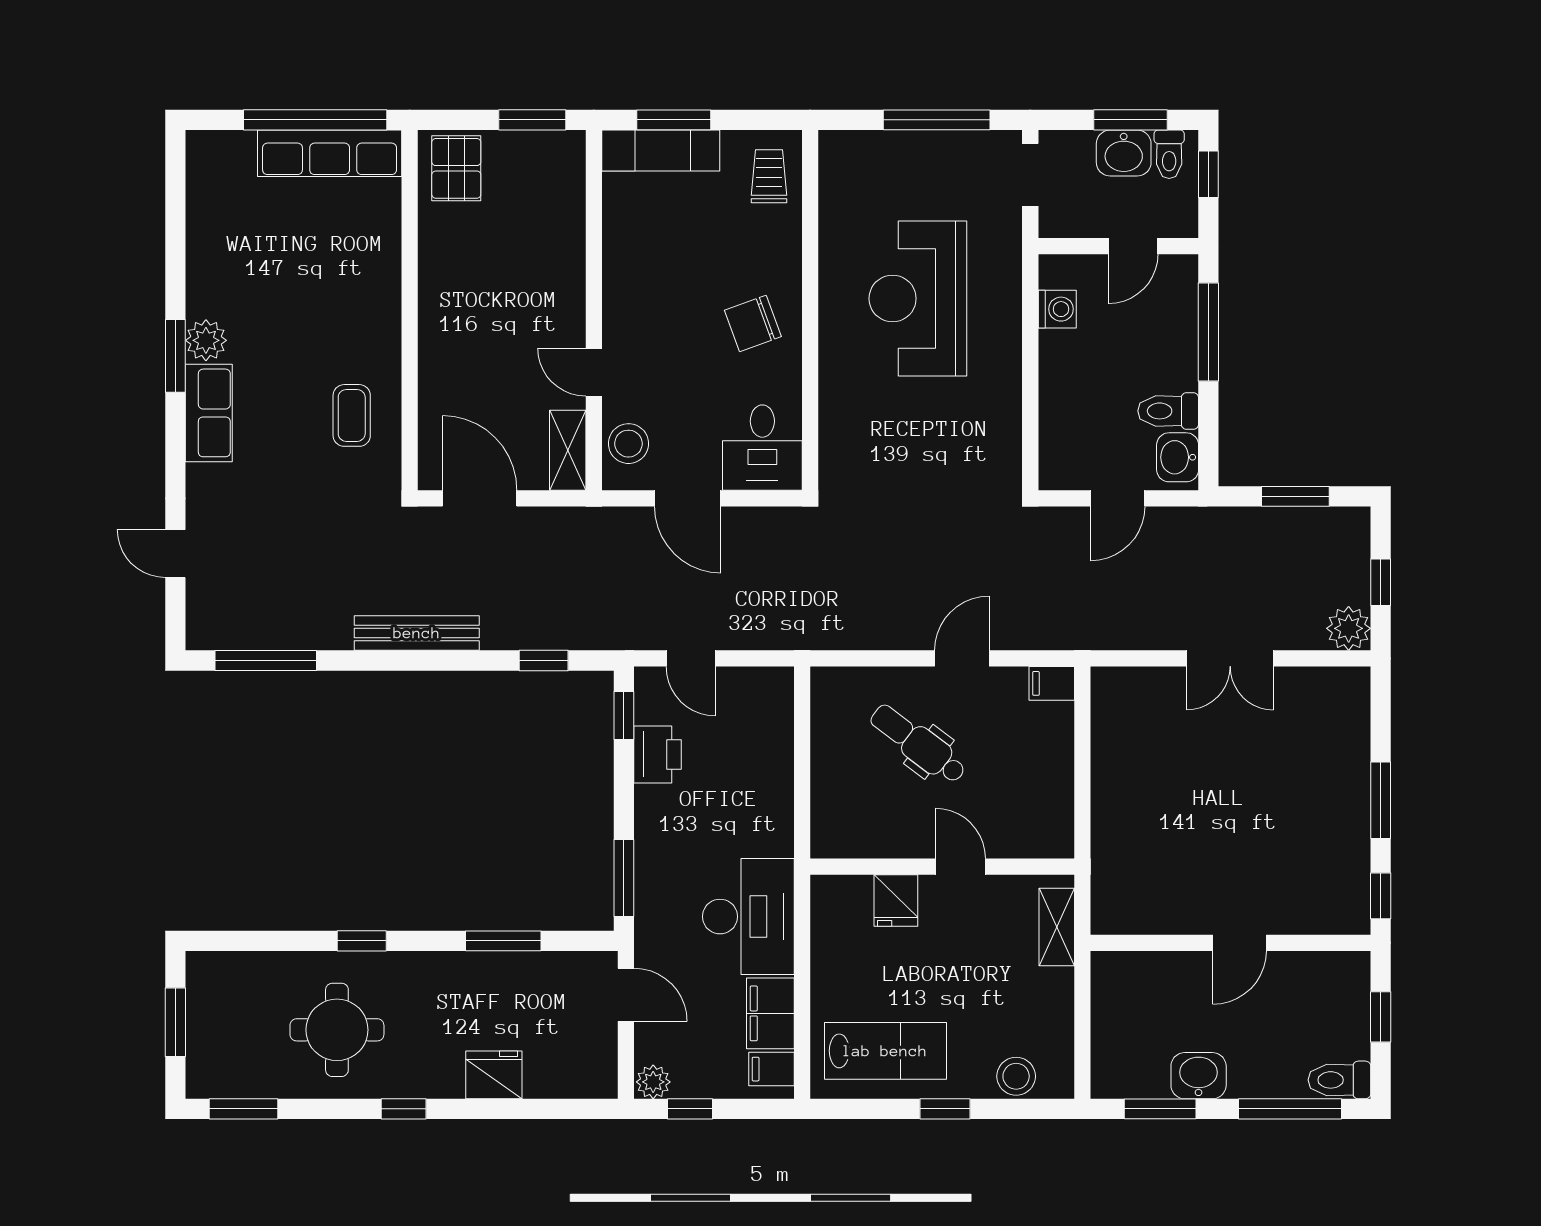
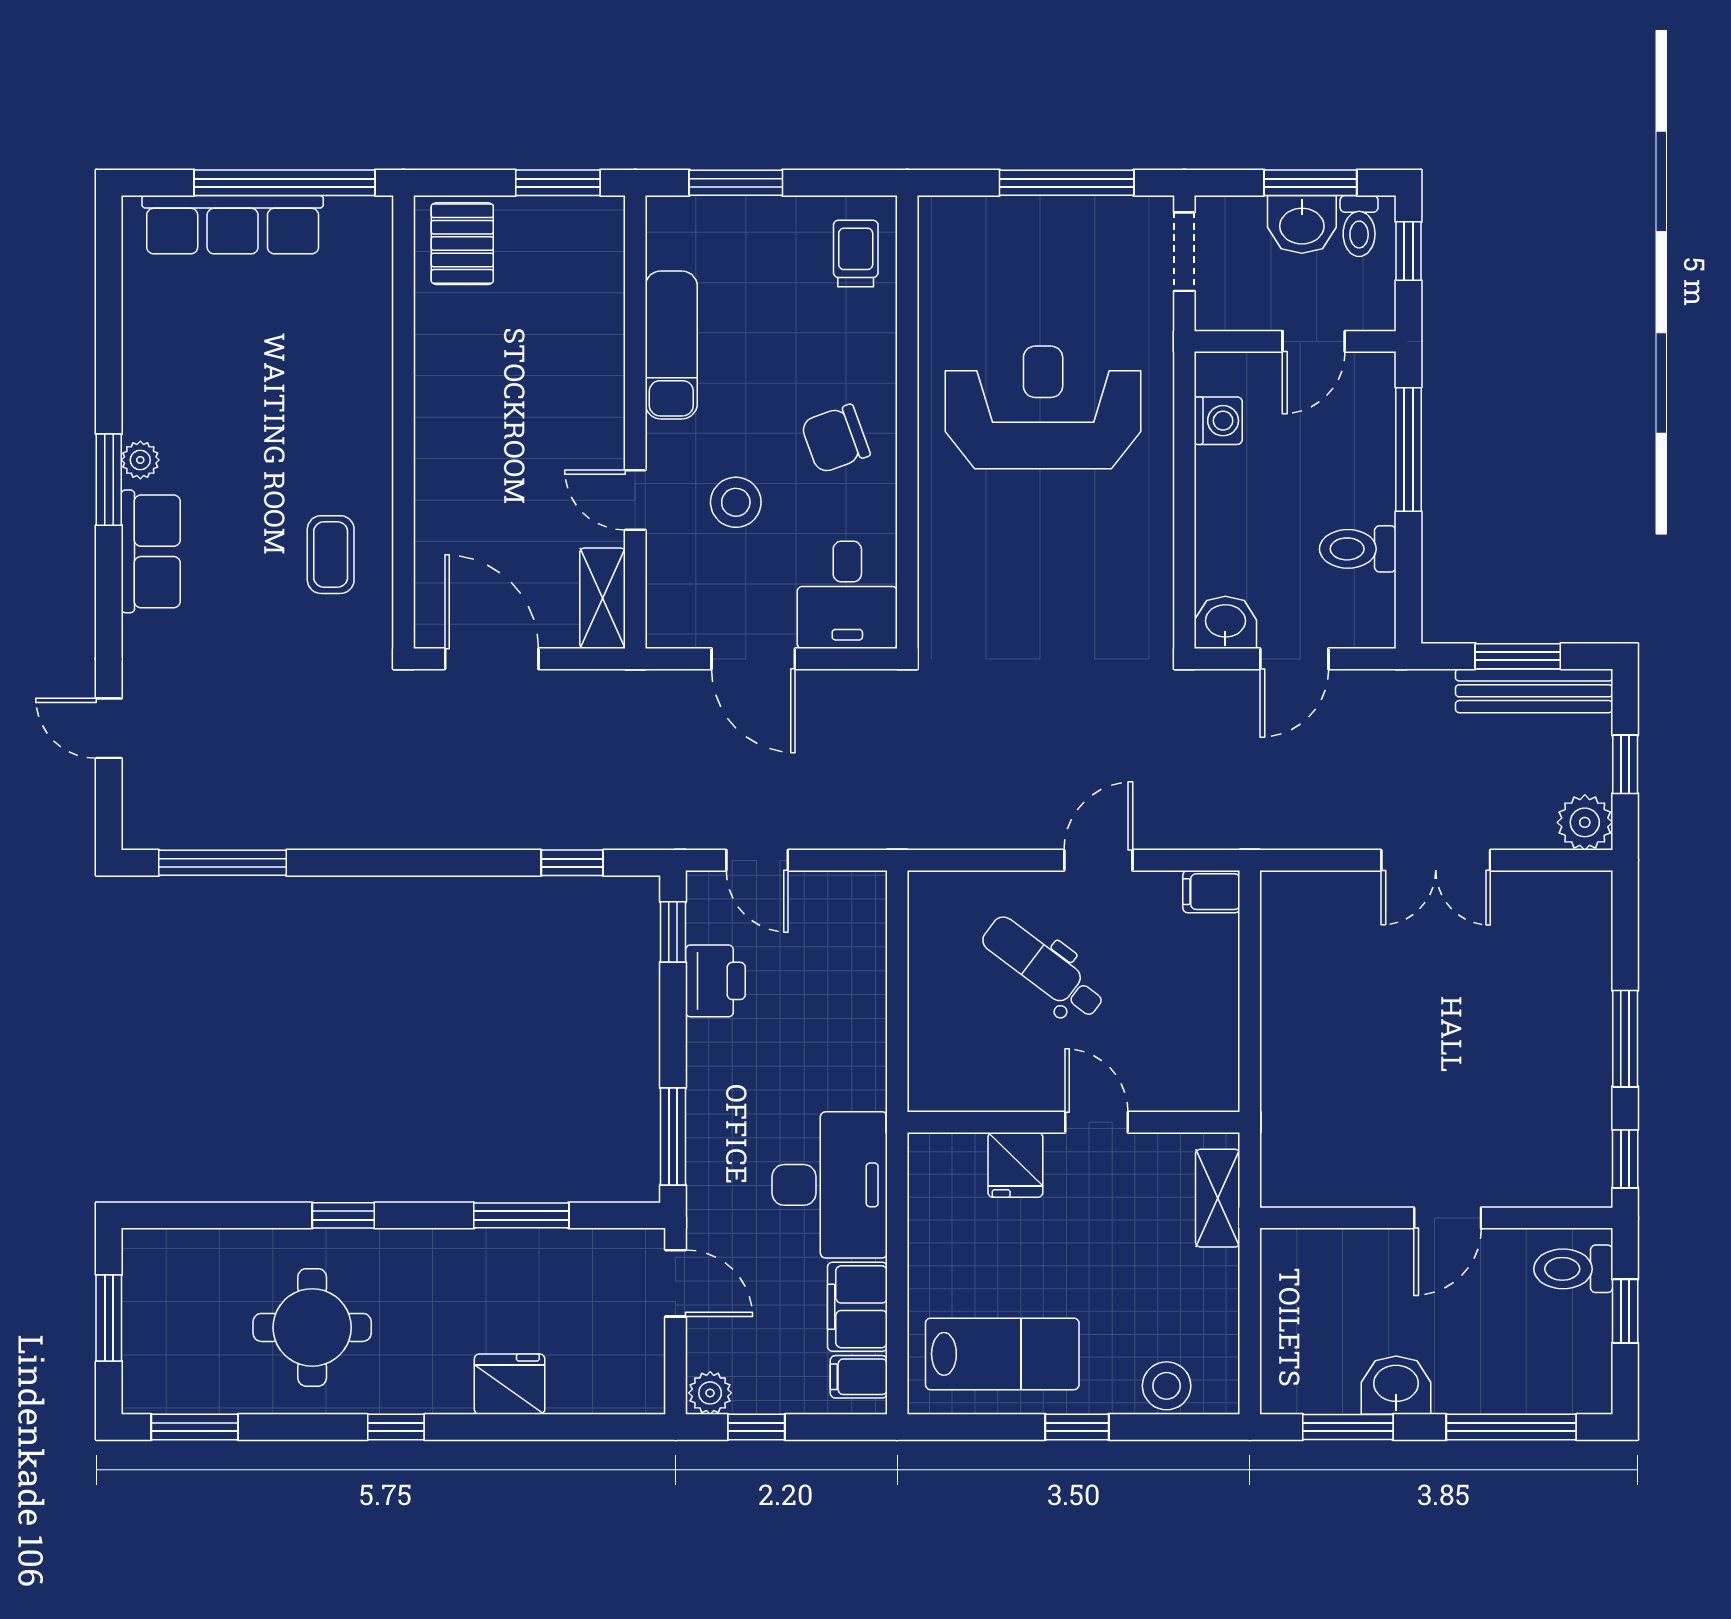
exam couch: (661, 151) -> (671, 345), moved, turned -90
row of seats: (330, 153) -> (233, 225), moved
reception desk: (918, 299) -> (1043, 407), turned 90
plant: (206, 340) -> (140, 460), width x0.73, depth x0.73
stool: (628, 444) -> (736, 502), moved
washbasin: (1178, 457) -> (1225, 622), moved, turned 90
bench: (417, 633) -> (1534, 691), moved
toilet: (1339, 1080) -> (1573, 1269), moved

